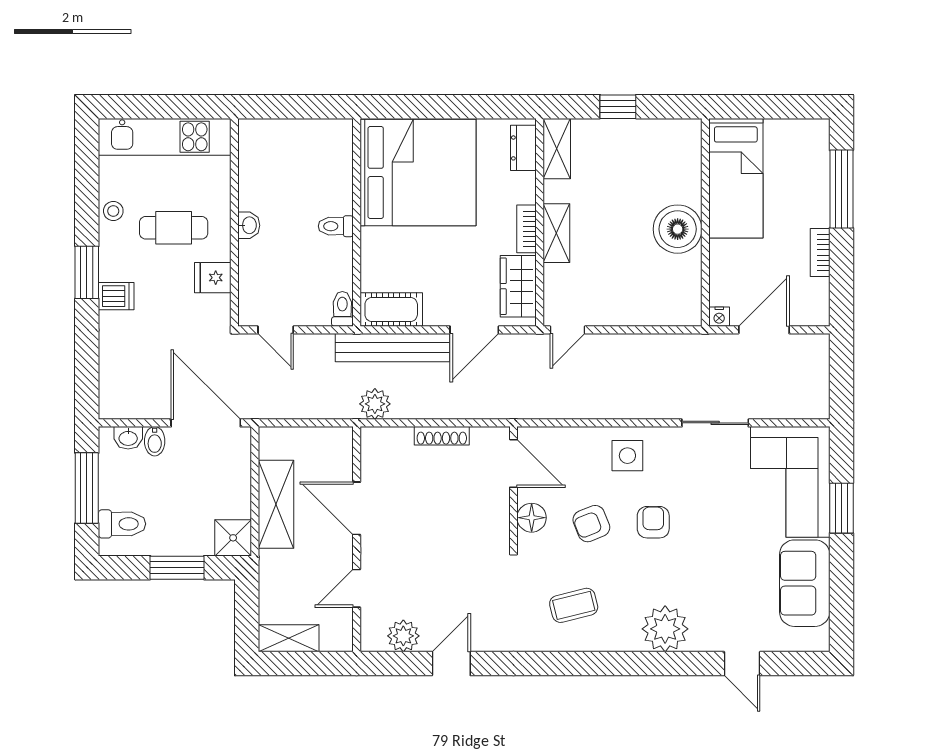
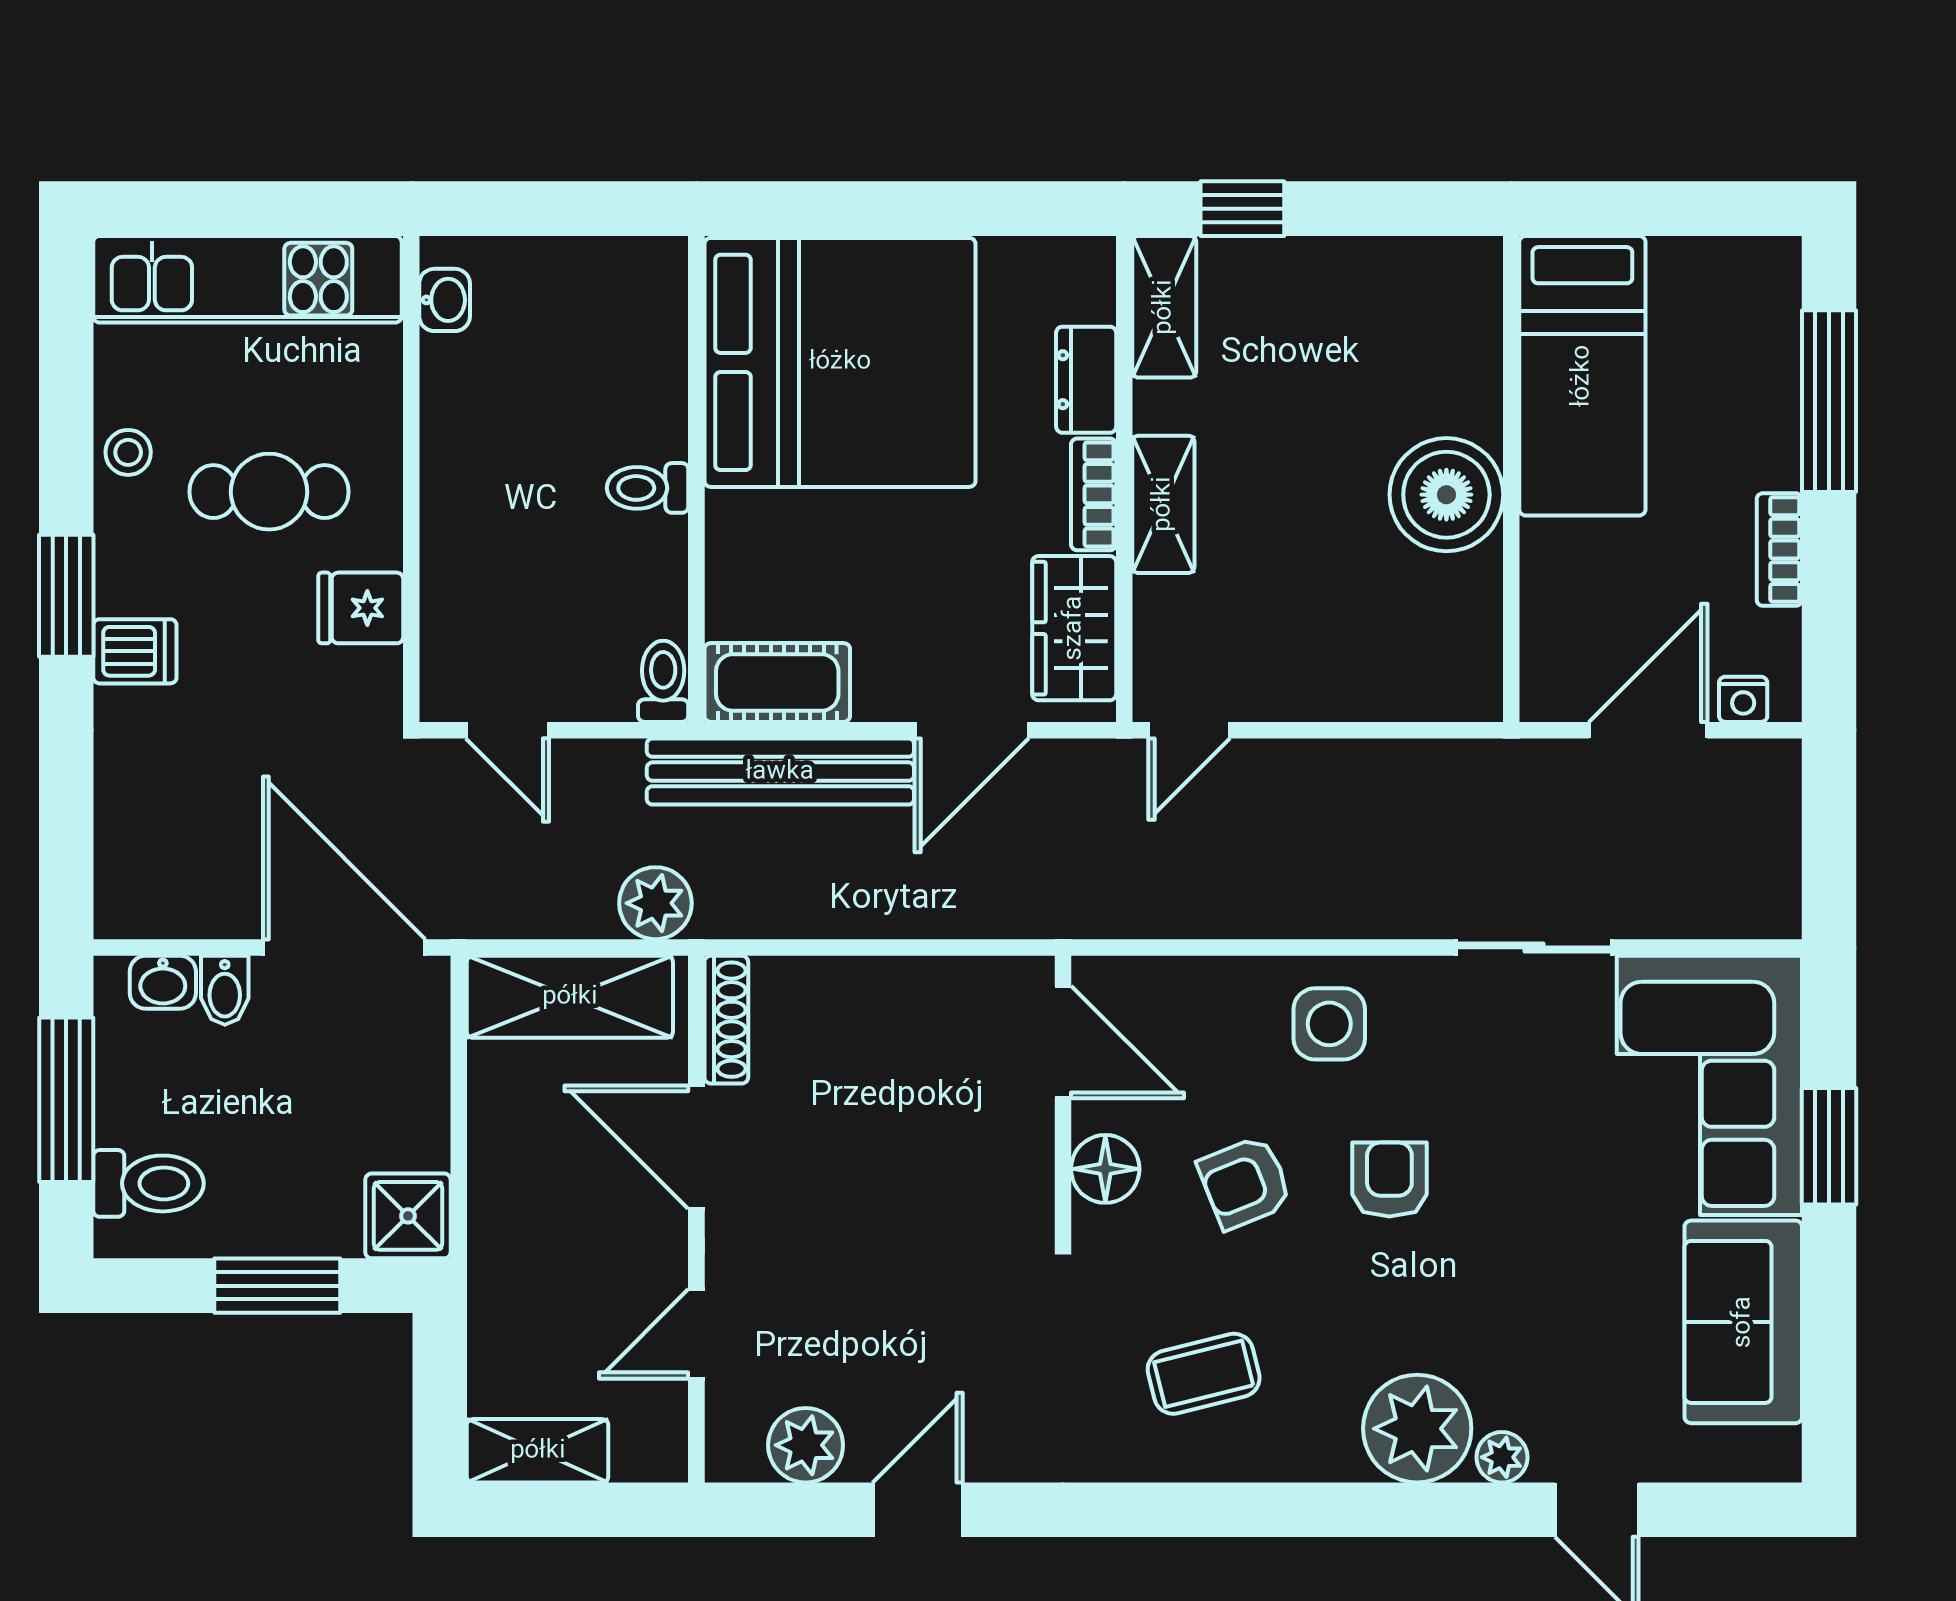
window: (618, 107) -> (1242, 209), moved
dresser: (523, 148) -> (1086, 380), moved
washbasin: (249, 225) -> (445, 300), moved
nightstand: (719, 317) -> (1743, 699), moved
plant: (375, 404) -> (655, 903), moved
shoe rack: (442, 436) -> (726, 1020), moved, turned -90
shelving: (276, 504) -> (570, 997), moved, turned 90
plant: (701, 641) -> (1502, 1457), added

